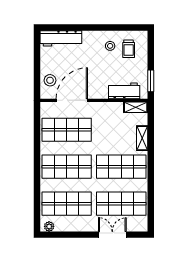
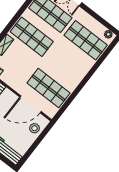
shop shelf: (67, 167) -> (67, 64), removed

